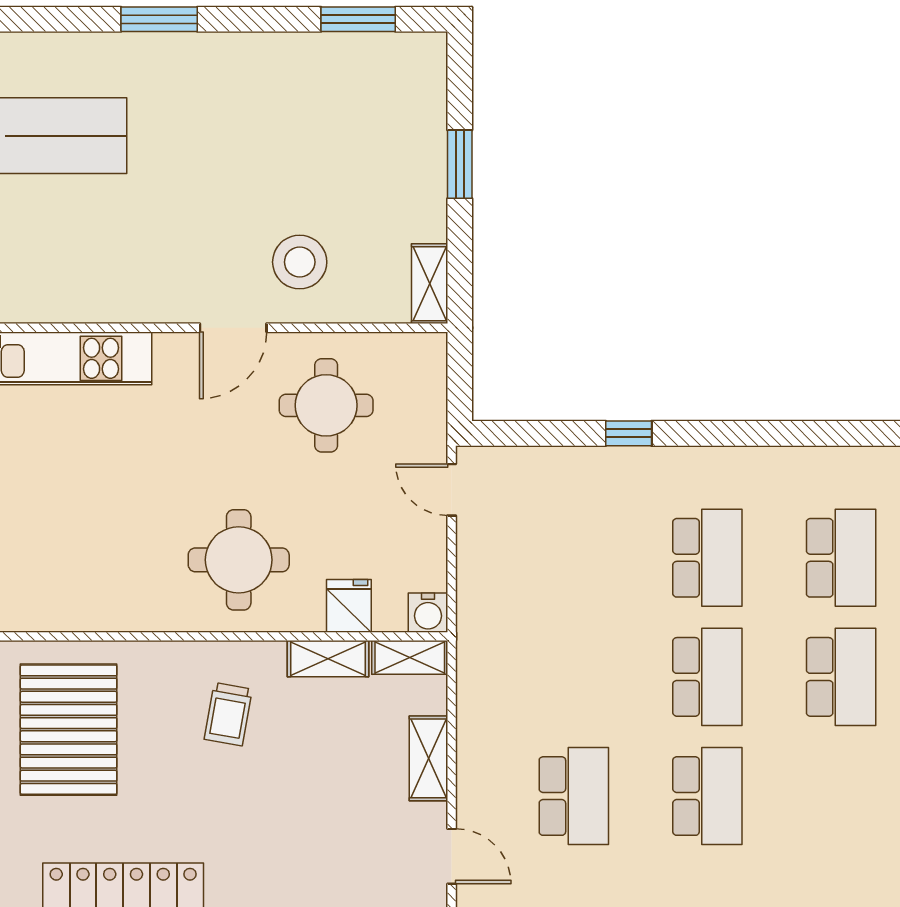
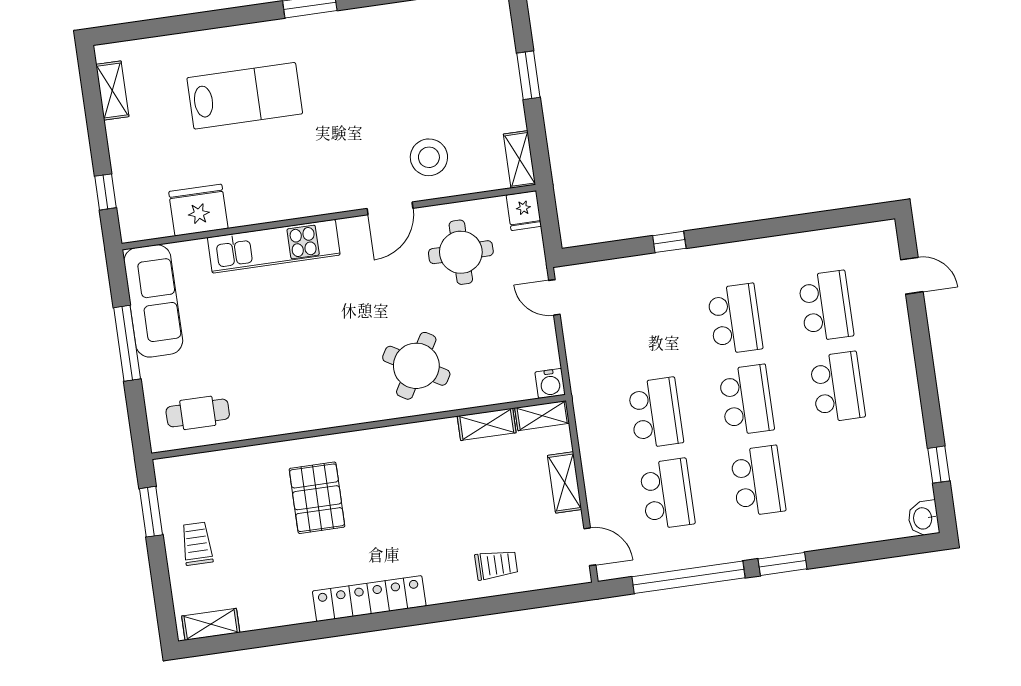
round table: (239, 560) -> (416, 366), turned 31
fridge: (349, 606) -> (524, 211), moved, turned 180
school desk: (574, 677) -> (656, 413), added
trolley: (228, 714) -> (496, 565), moved, turned -100
pallet: (69, 730) -> (317, 498), width x0.73, depth x0.71

